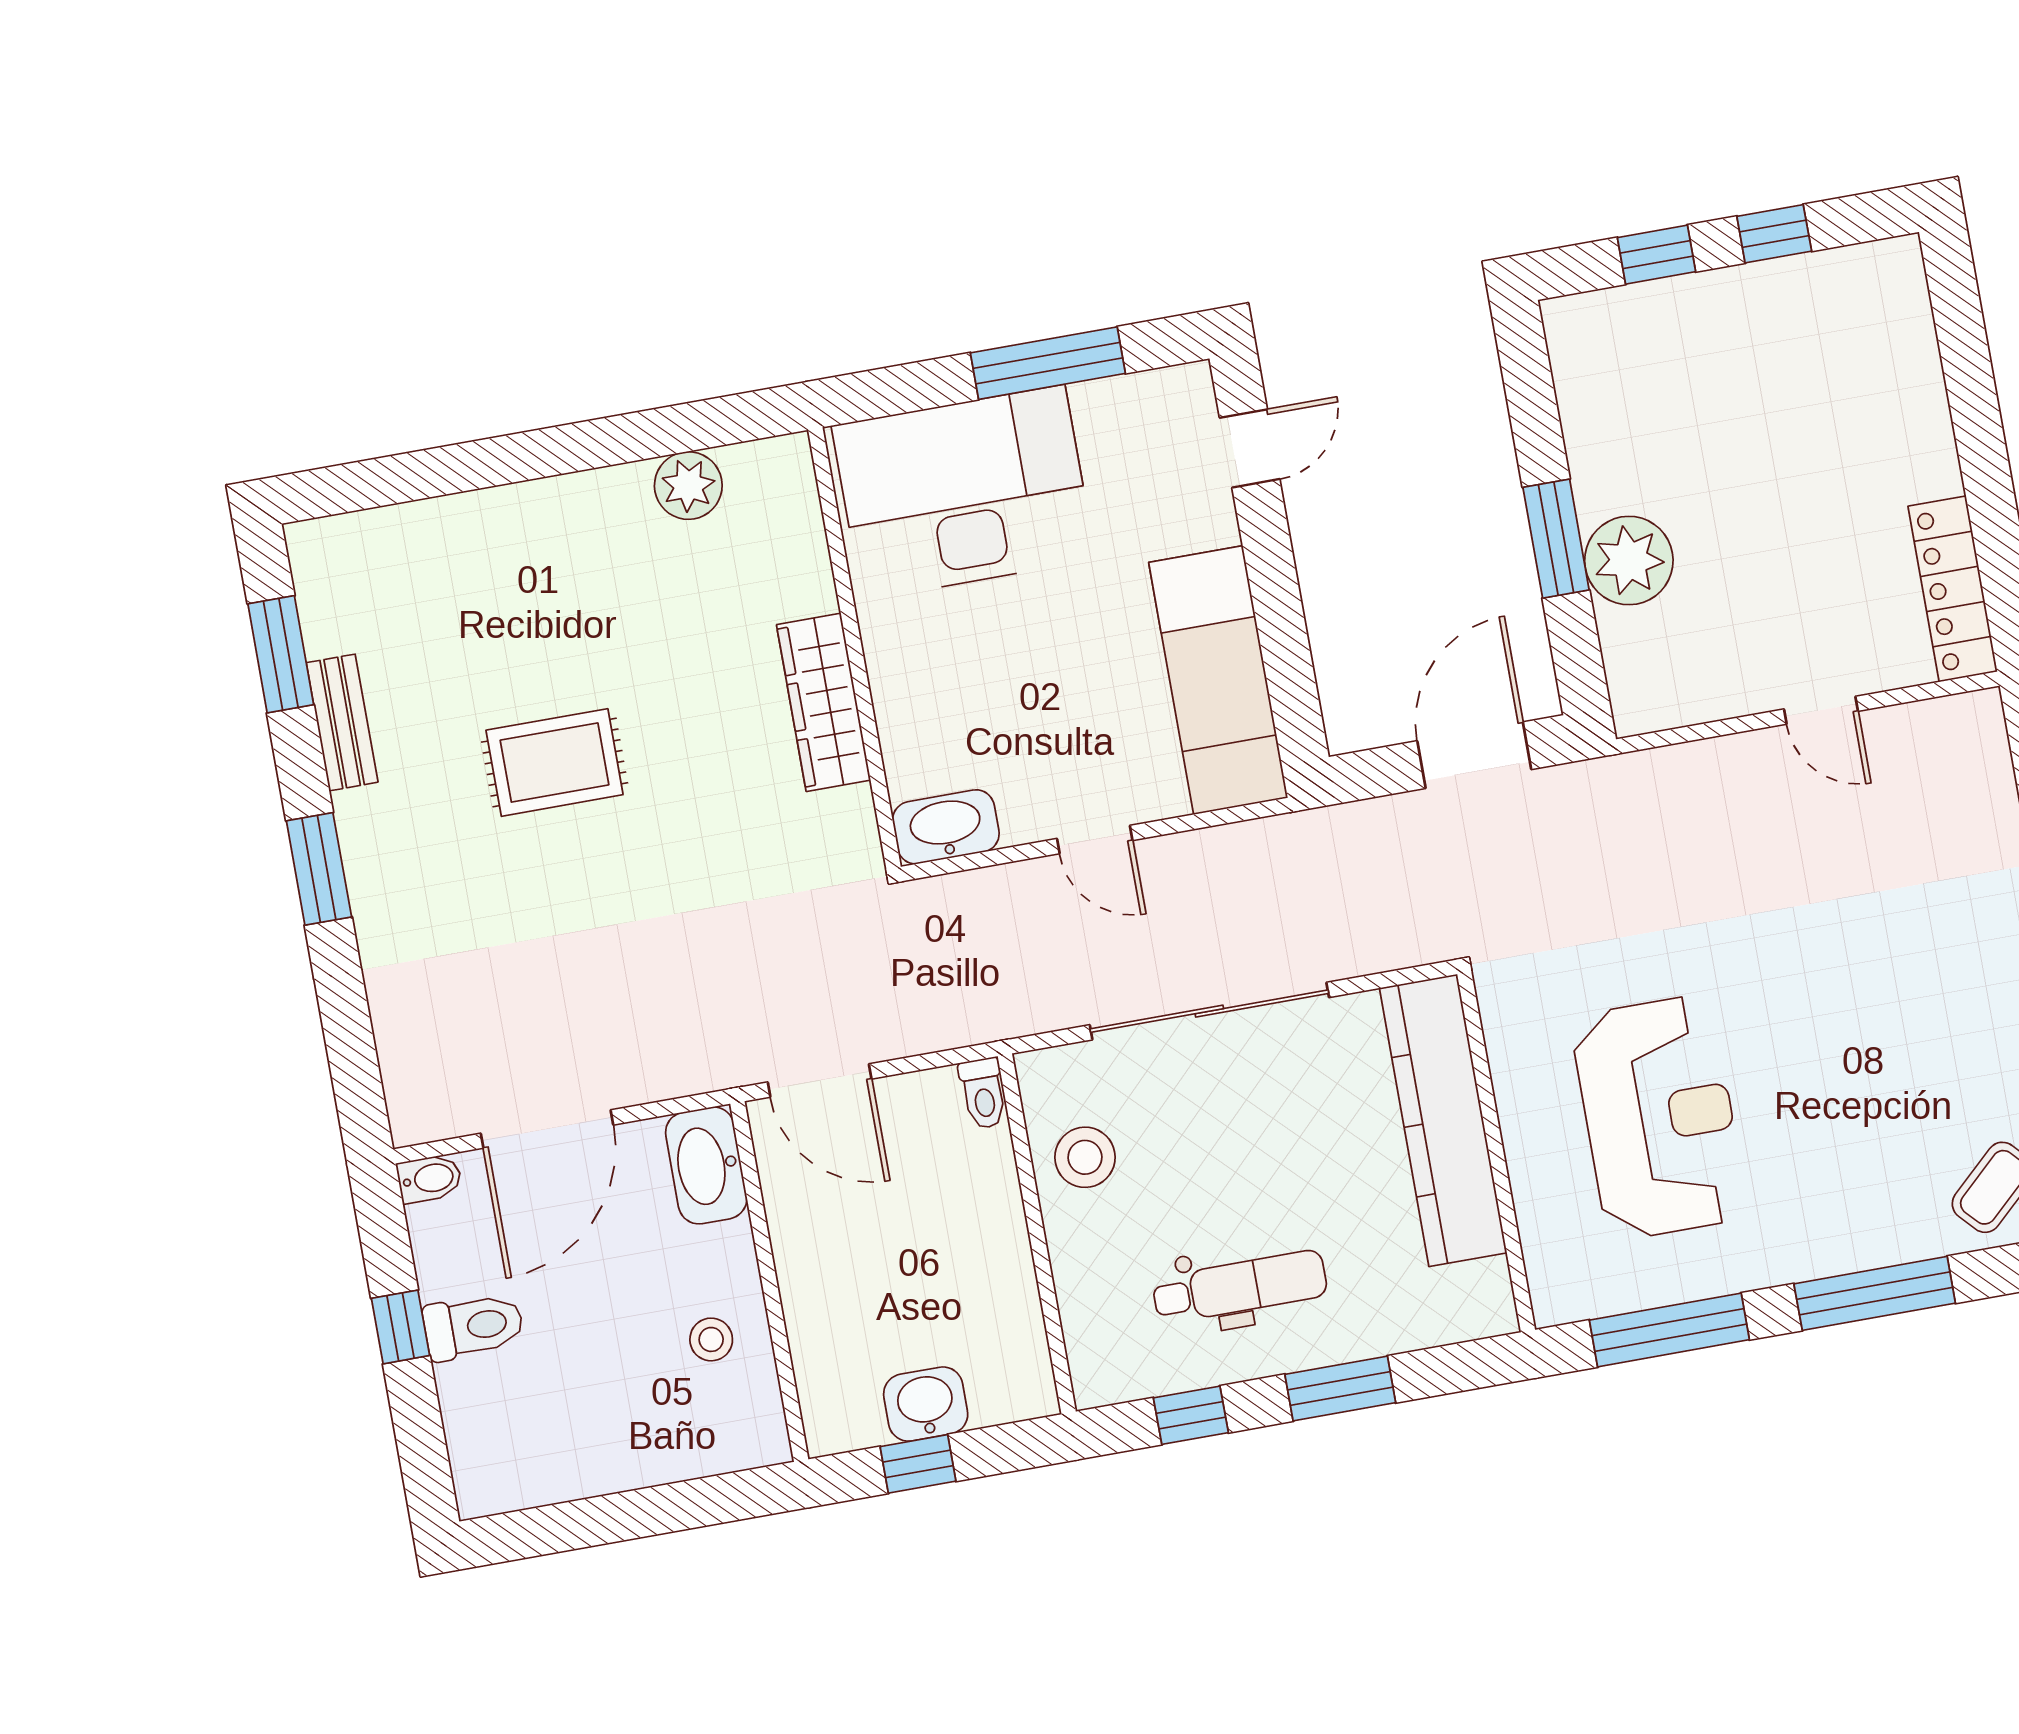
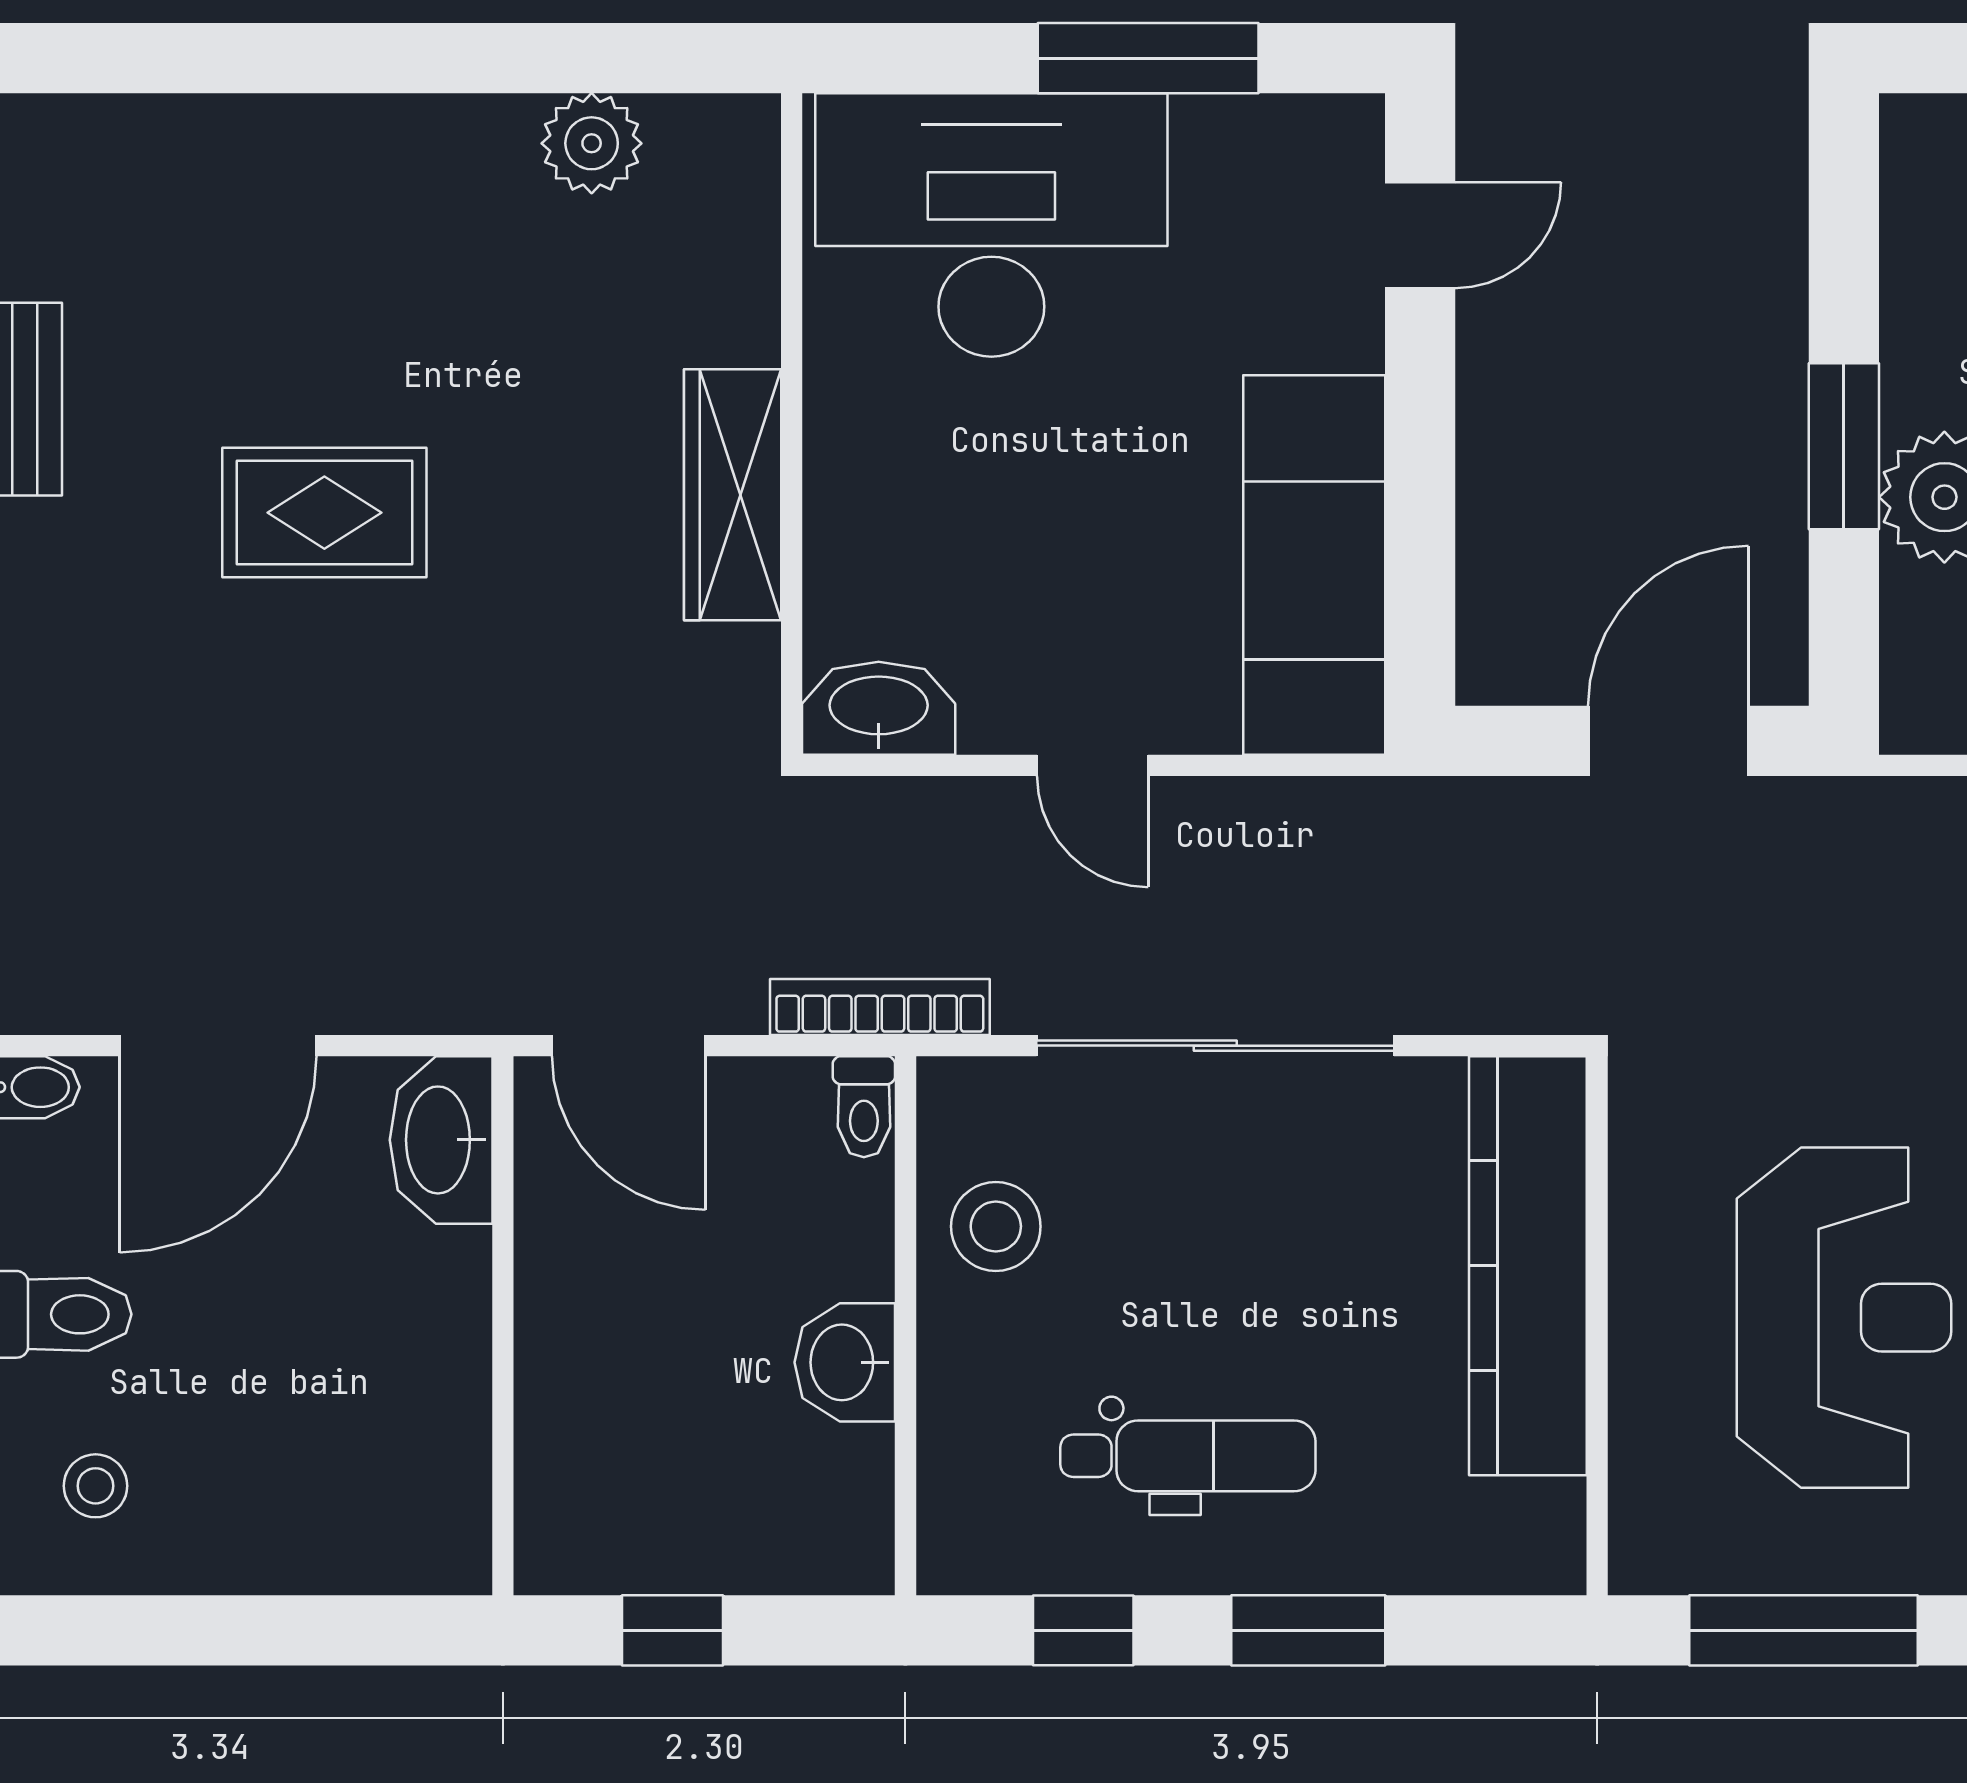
bookcase: (982, 1025) -> (880, 1007), added
stool: (711, 1339) -> (96, 1486), moved
washbasin: (926, 1404) -> (845, 1362), moved, turned -90

